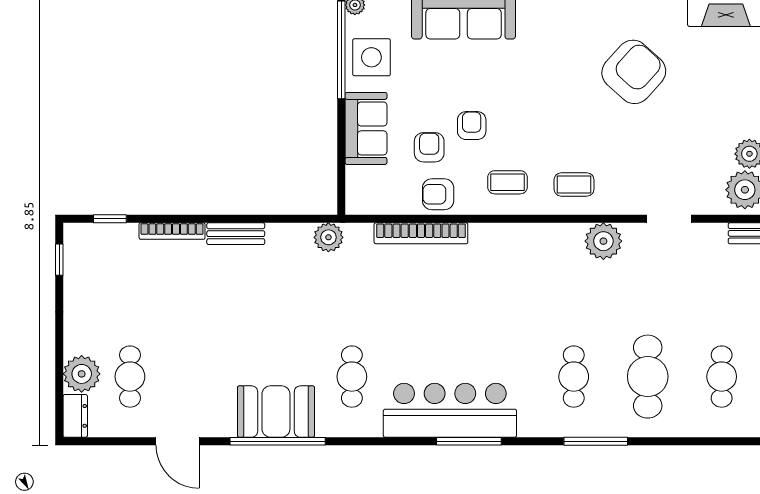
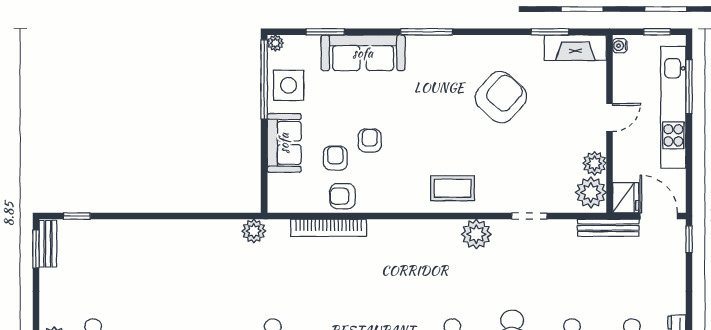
coffee table: (508, 182) -> (399, 186), removed
coffee table: (574, 184) -> (453, 188), width x1.36, depth x1.30
bookcase: (172, 231) -> (127, 226), removed
bench: (236, 234) -> (48, 244), moved, turned 90
window: (59, 260) -> (36, 249), width x1.50

